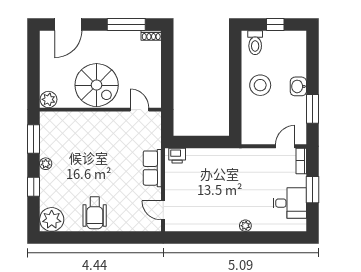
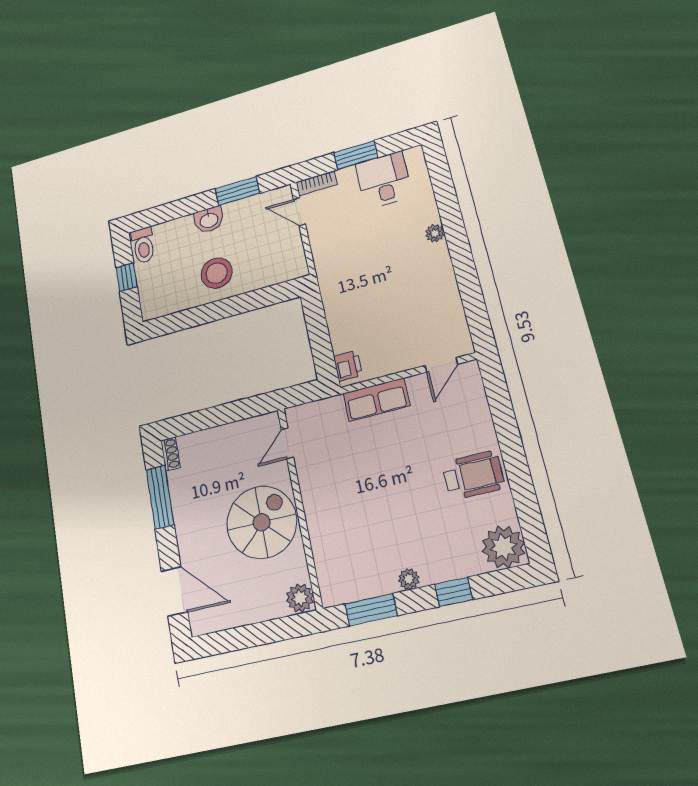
toilet: (255, 43) -> (143, 245), moved, turned 90

